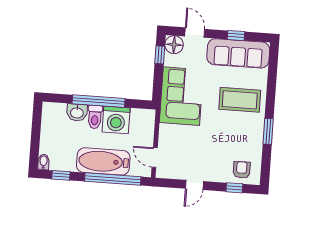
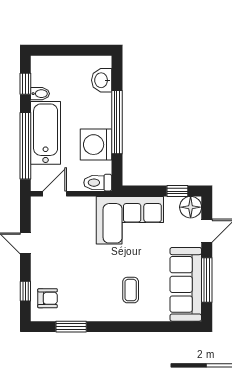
window: (236, 36) -> (207, 280), width x2.17
coffee table: (240, 100) -> (131, 290), width x0.54, depth x0.58
washbasin: (77, 112) -> (102, 80), moved
toilet: (95, 117) -> (98, 183), moved
window: (268, 131) -> (71, 327), moved
bidet: (44, 162) -> (40, 94), moved

